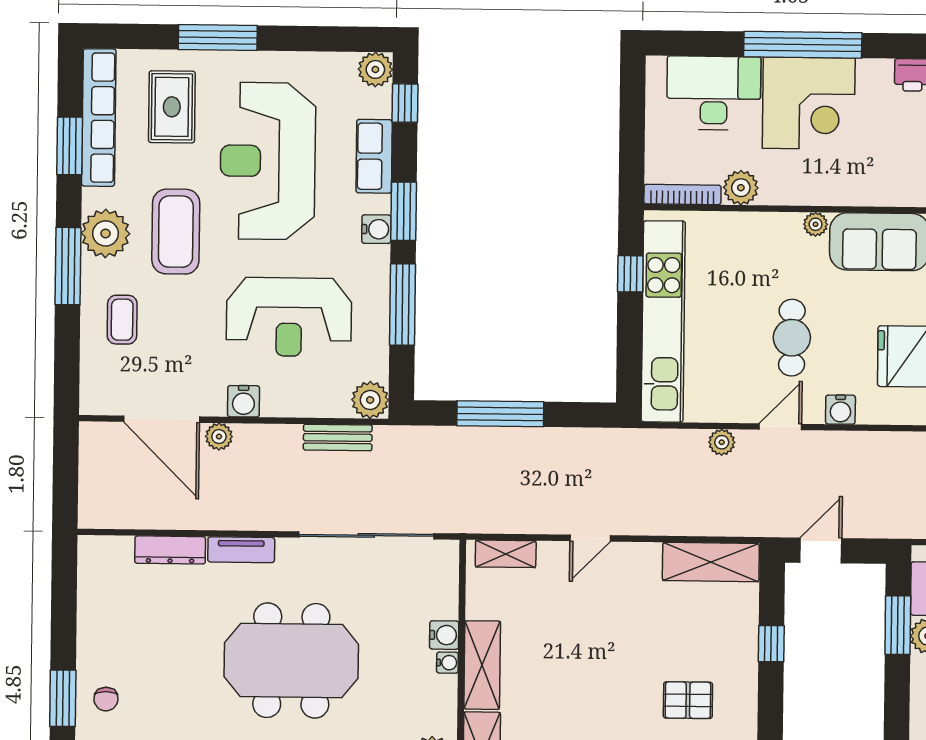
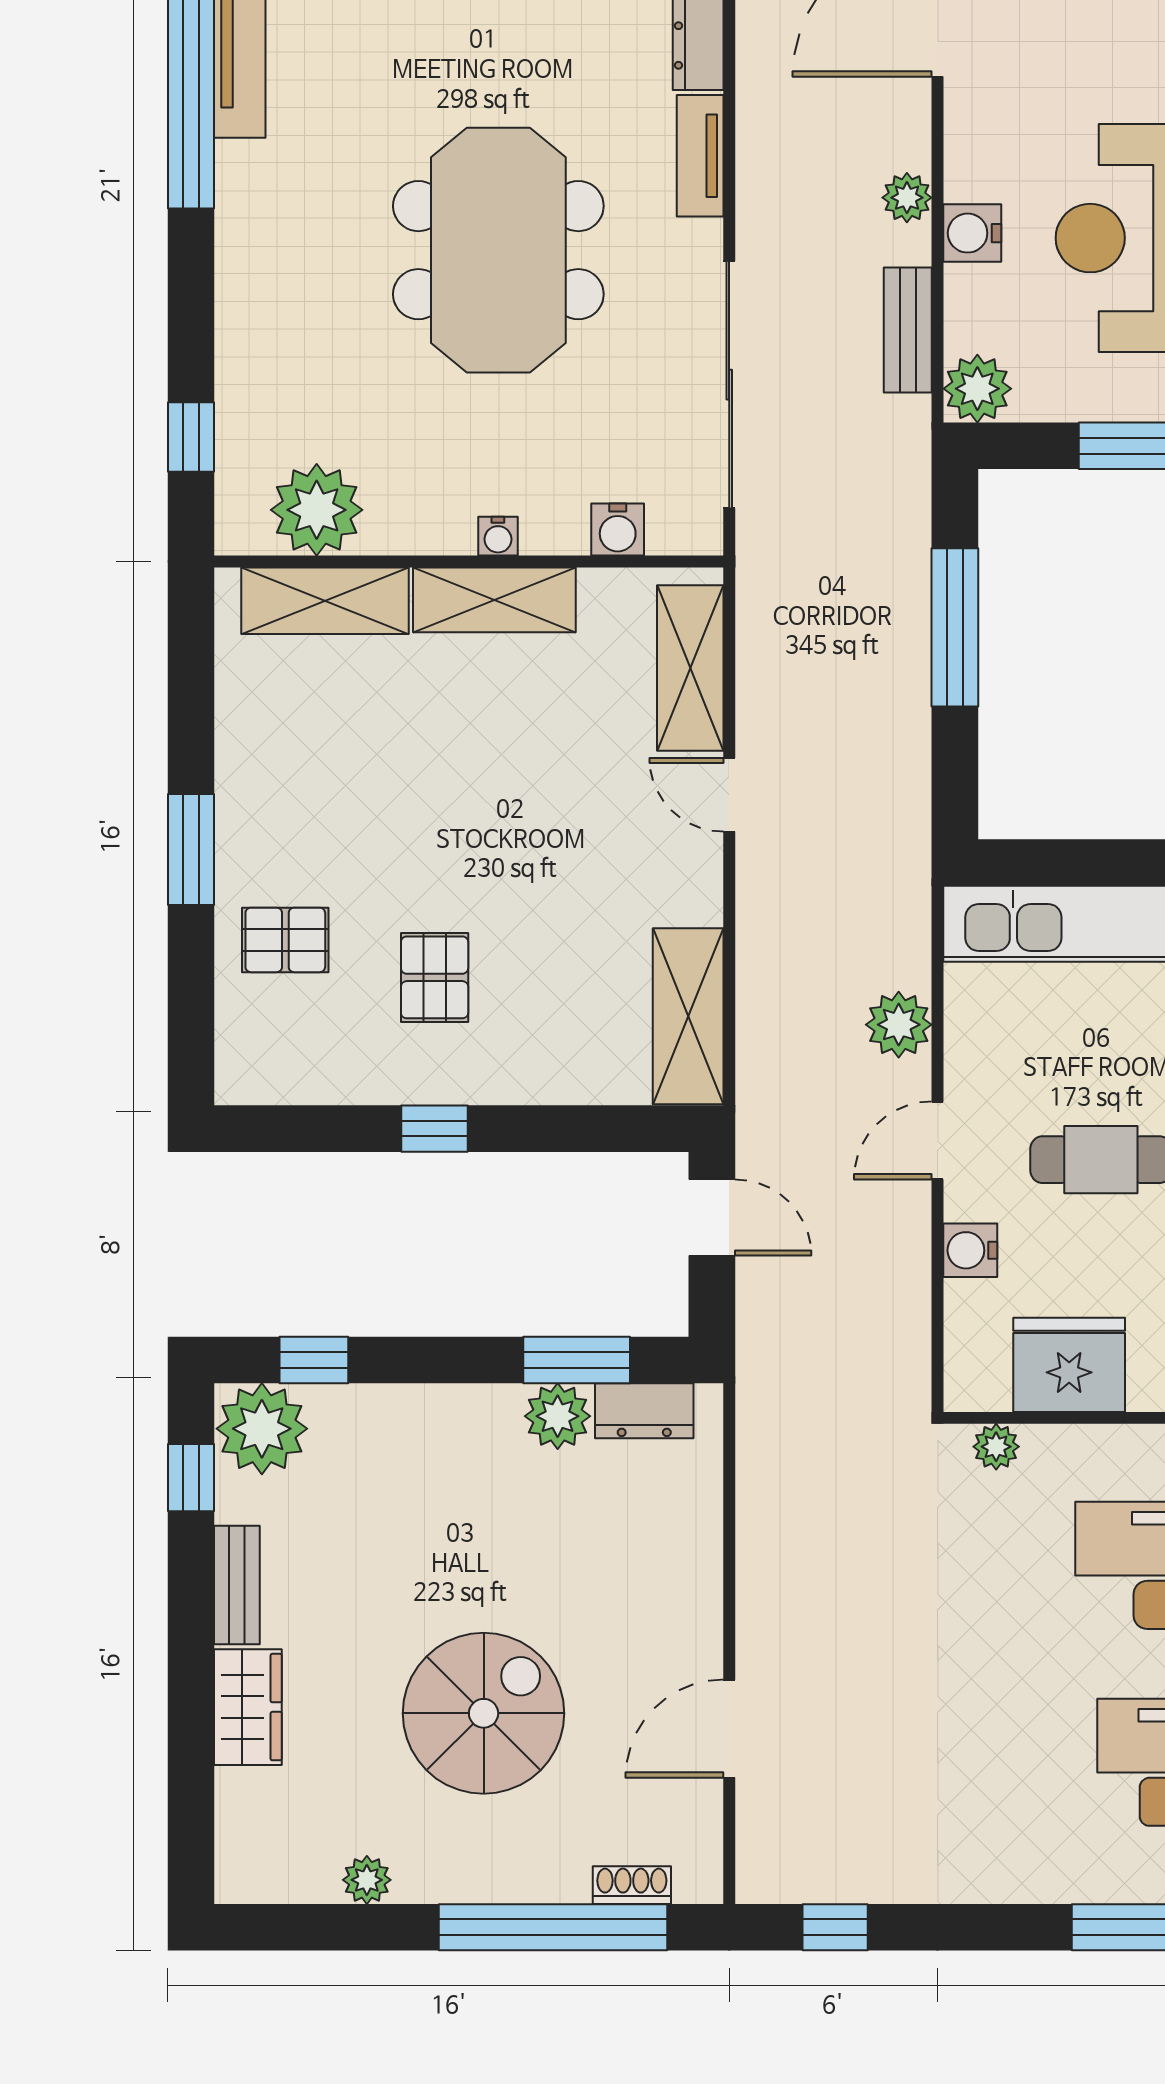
water cooler: (243, 401) -> (972, 233), moved
door: (780, 427) -> (938, 1140), swing flipped
plant: (219, 437) -> (907, 198), moved
plant: (722, 442) -> (899, 1025), width x1.38, depth x1.38
shelving: (506, 554) -> (690, 668), width x1.50, depth x1.33
water cooler: (444, 635) -> (618, 529), moved
window: (771, 644) -> (434, 1129), moved

